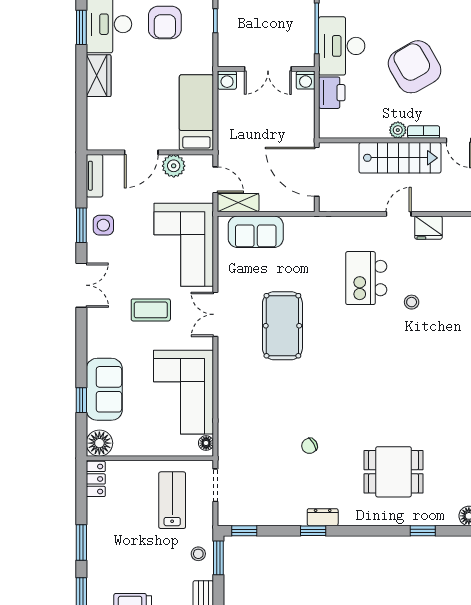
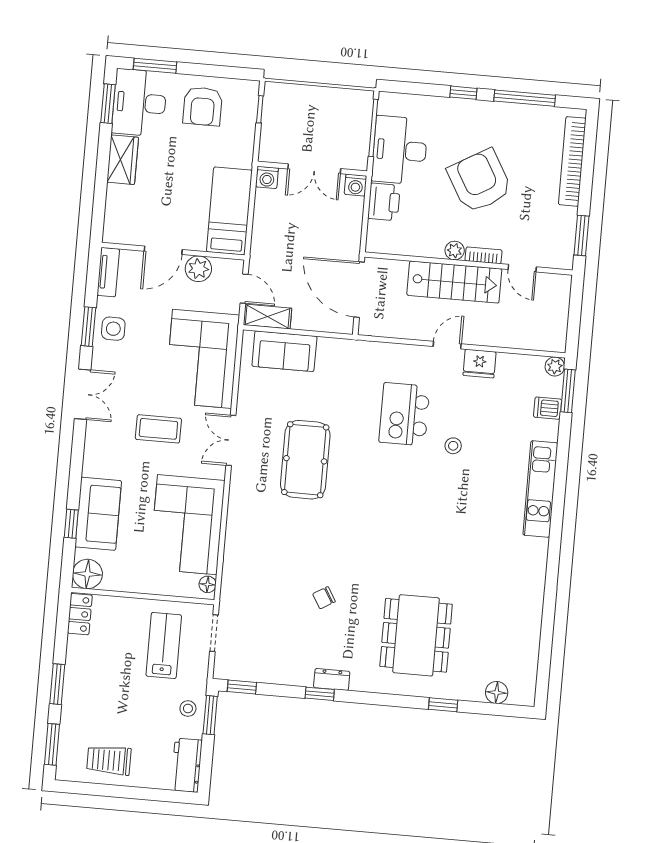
dining table: (393, 472) -> (416, 635), width x1.38

